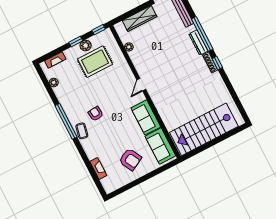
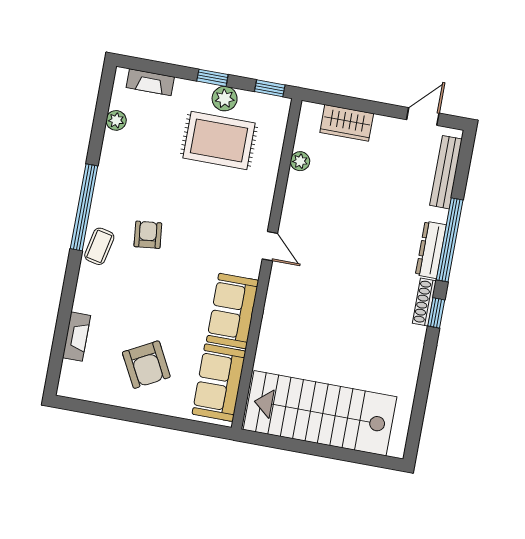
wardrobe: (140, 18) -> (347, 123), width x0.67
door: (141, 85) -> (270, 246), swing flipped

